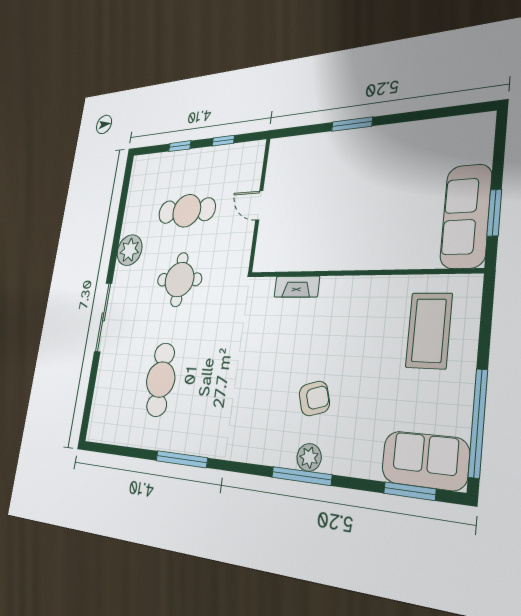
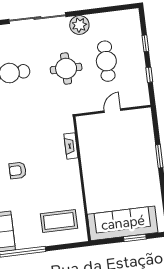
window: (494, 213) -> (135, 238), moved
sofa: (466, 216) -> (123, 223), width x1.36, depth x1.27
sliding door: (103, 317) -> (37, 18), width x1.36
armchair: (314, 399) -> (18, 170), turned 107

